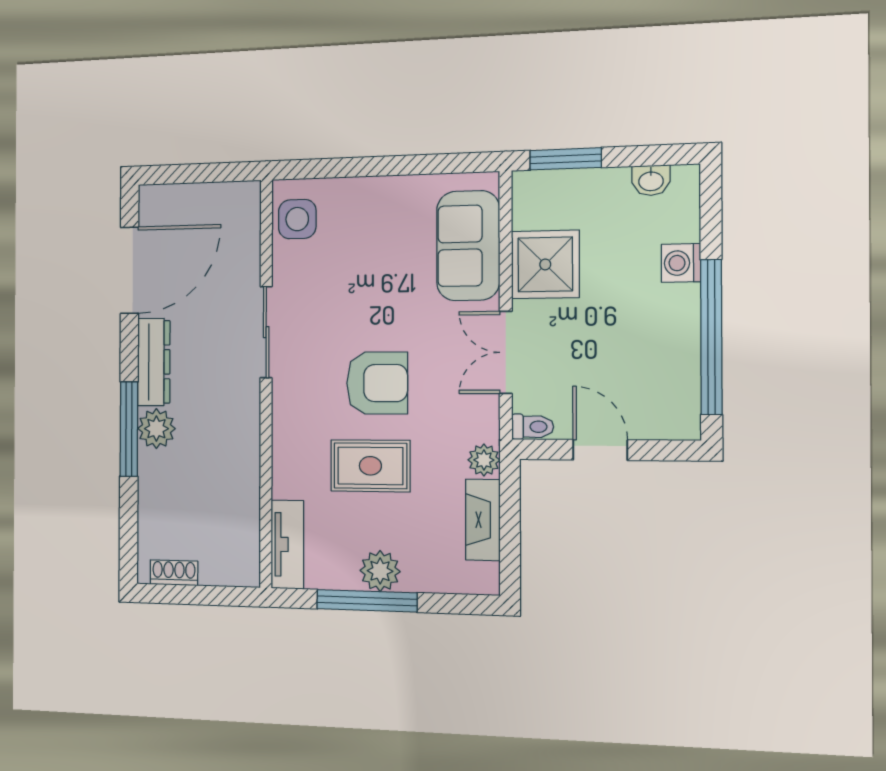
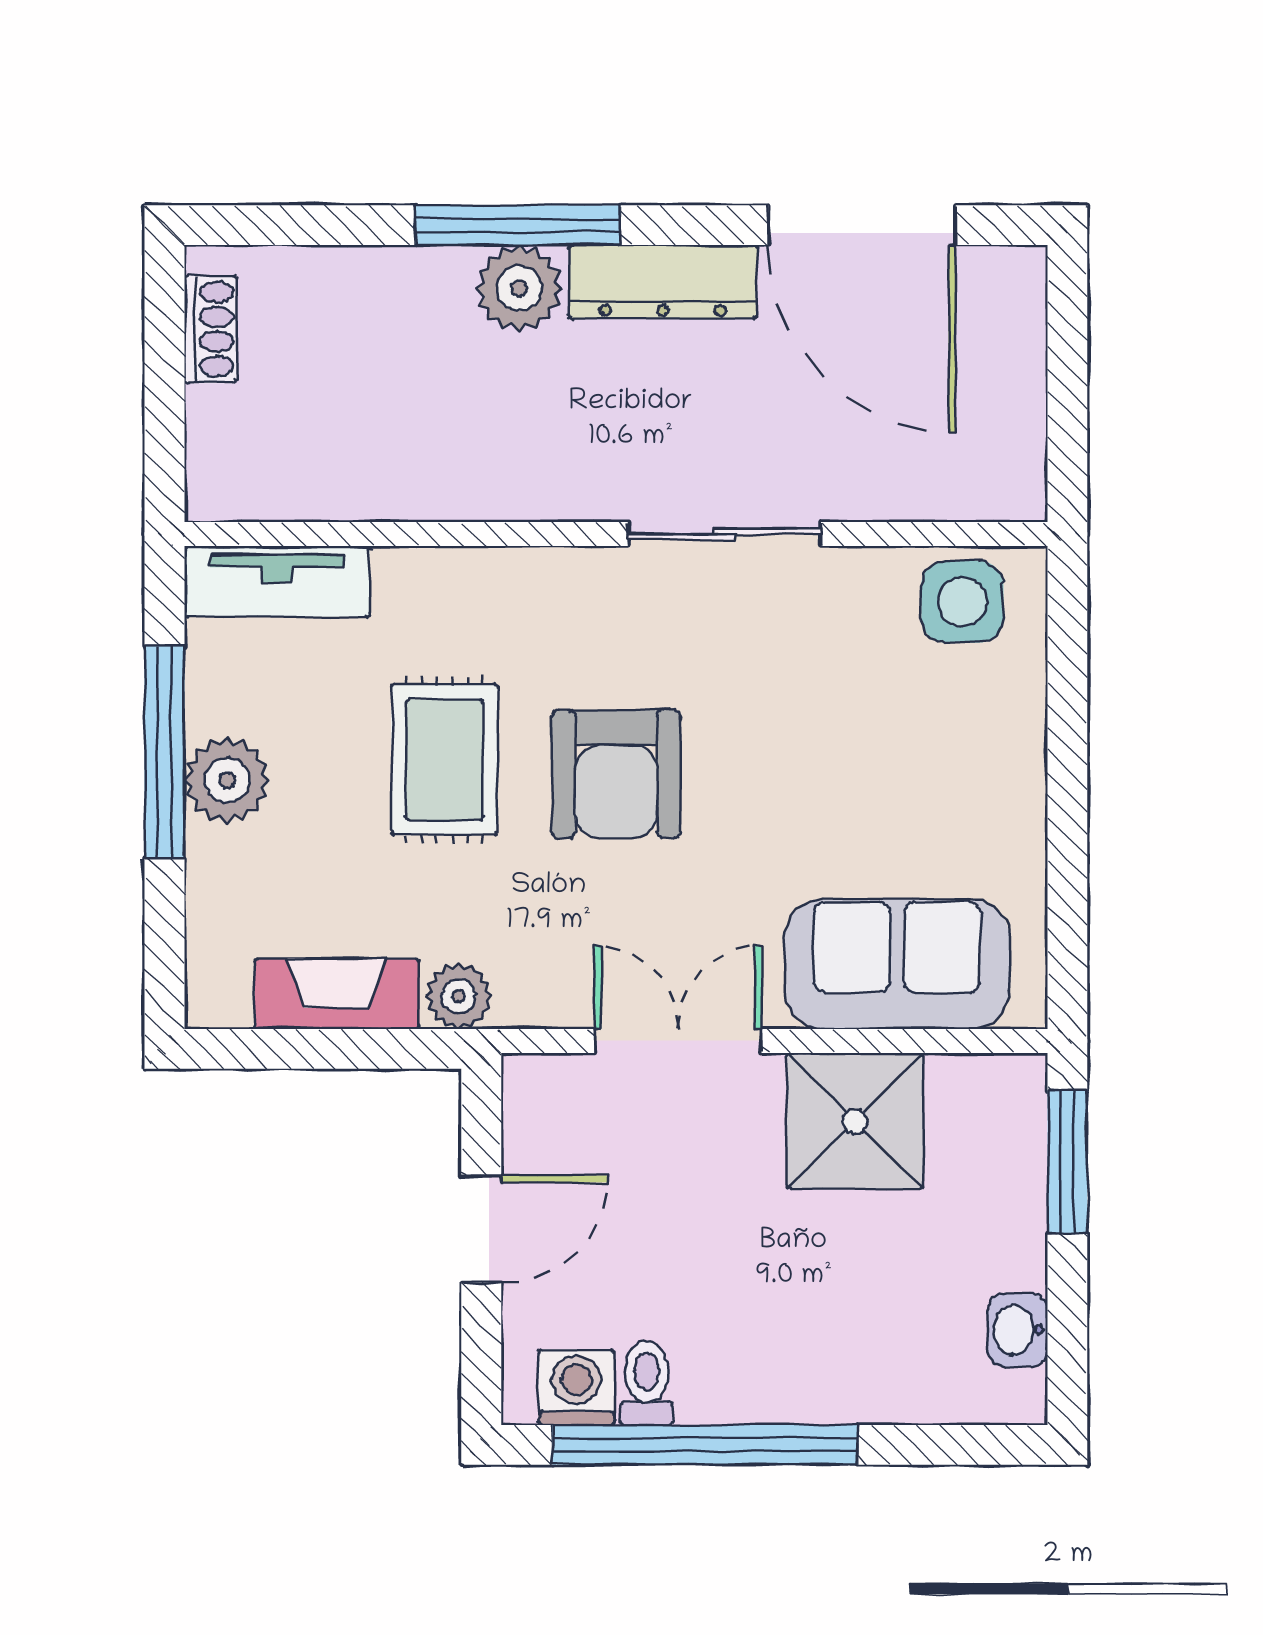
washing machine: (681, 263) -> (576, 1387), moved
toilet: (533, 427) -> (646, 1383), moved, turned 180

